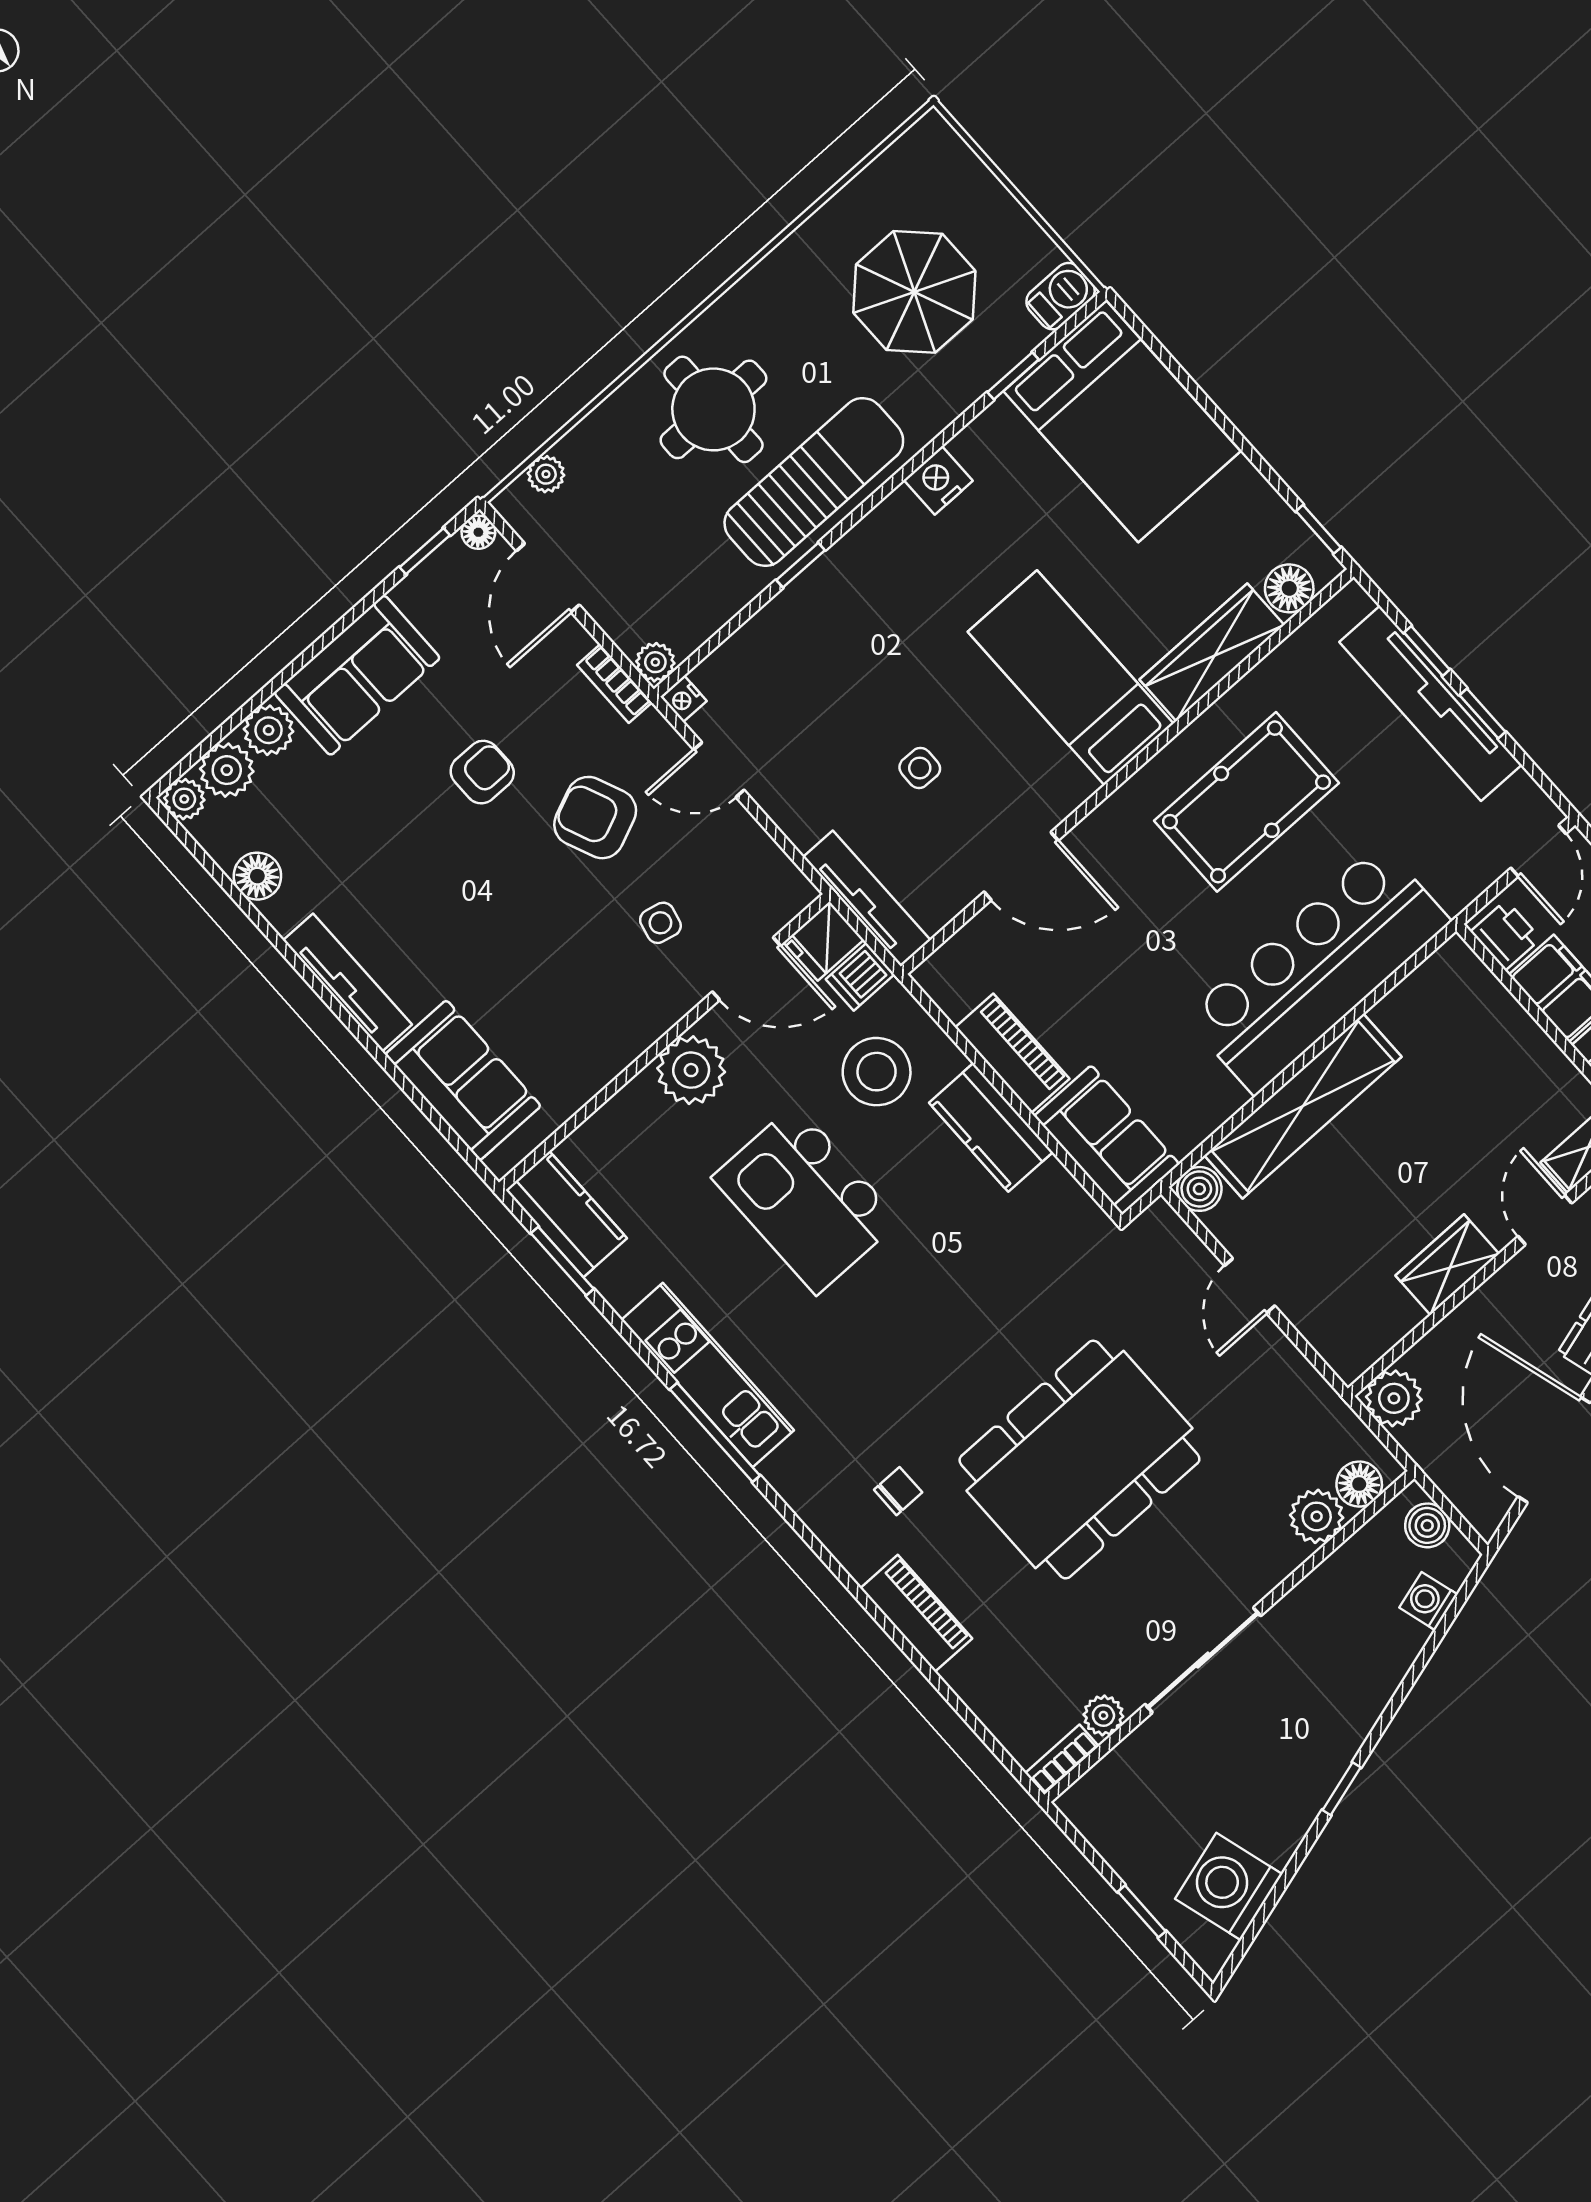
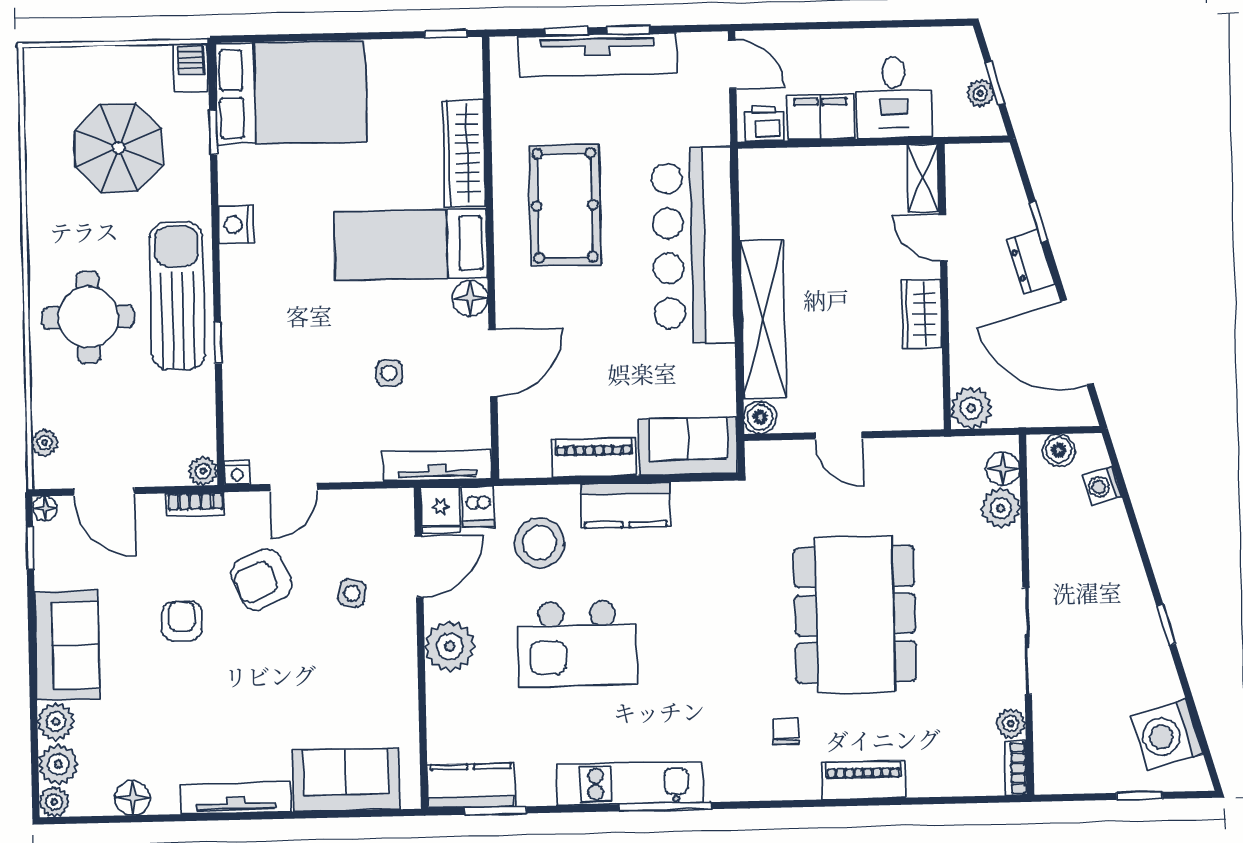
floor lamp: (1289, 588) -> (470, 298), moved

